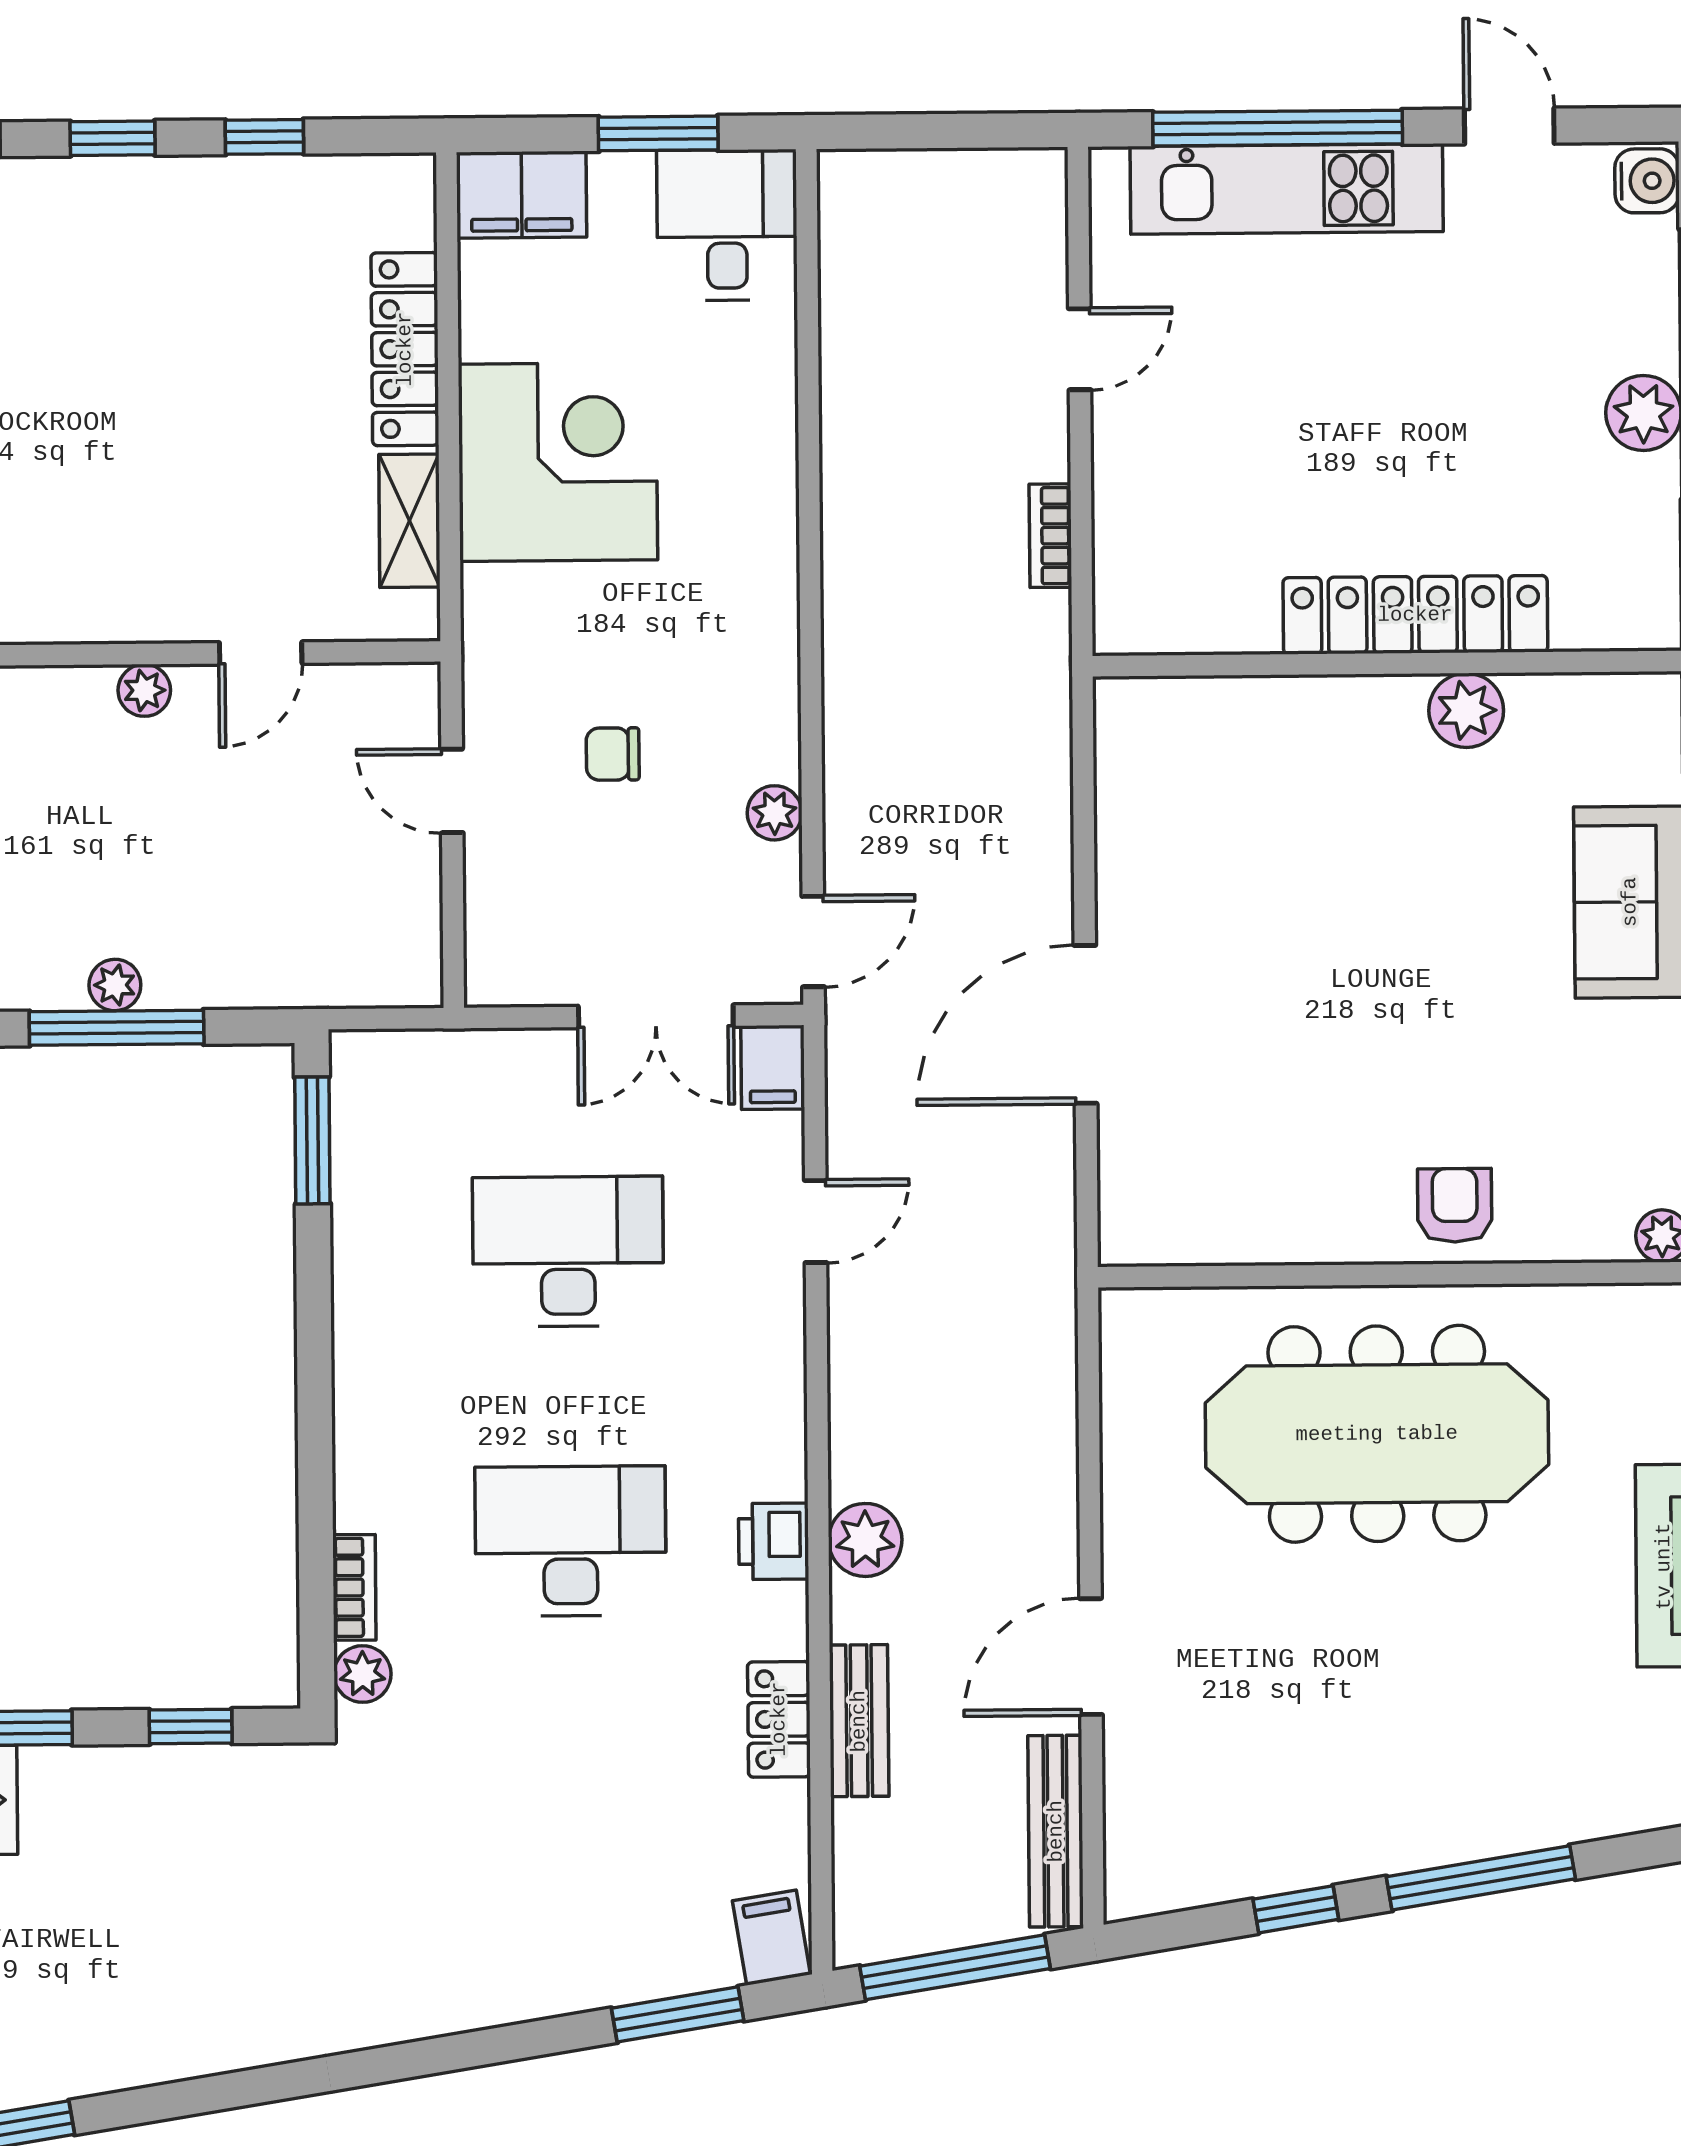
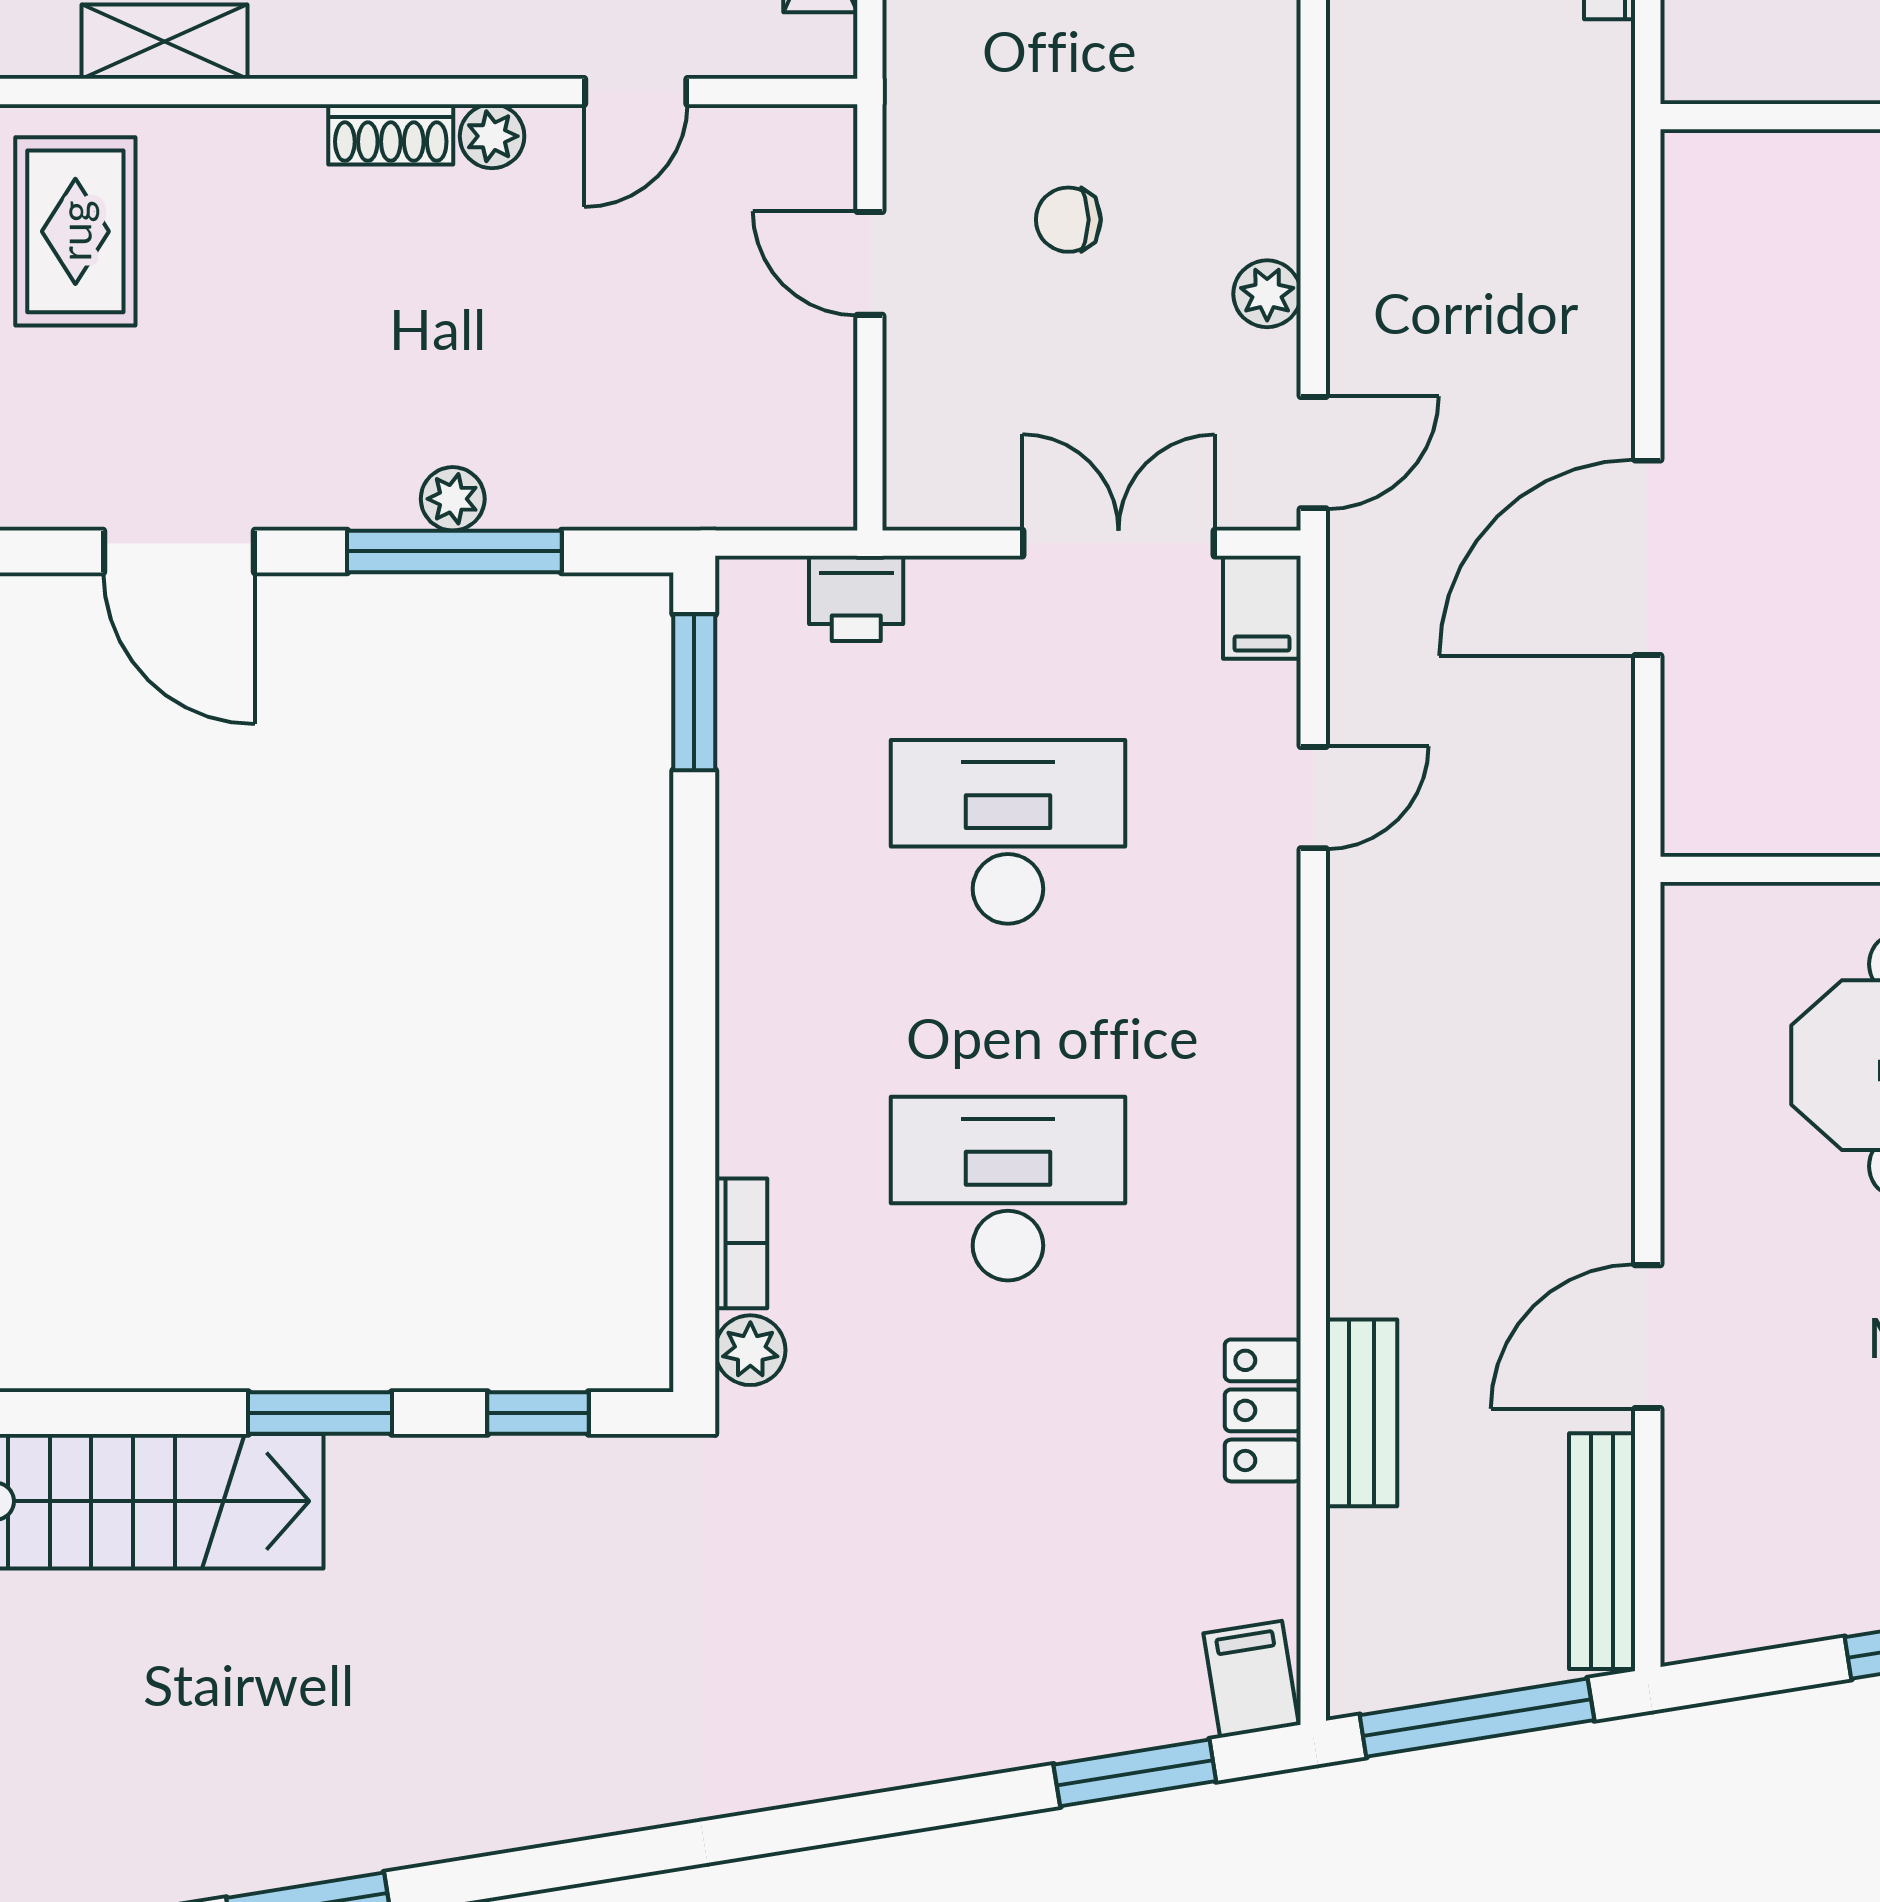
shoe rack: (62, 690) -> (391, 134), added
double door: (656, 1016) -> (1119, 543), swing flipped
plant: (865, 1540) -> (1371, 1190), removed
printer: (774, 1541) -> (856, 598), moved, turned -90

